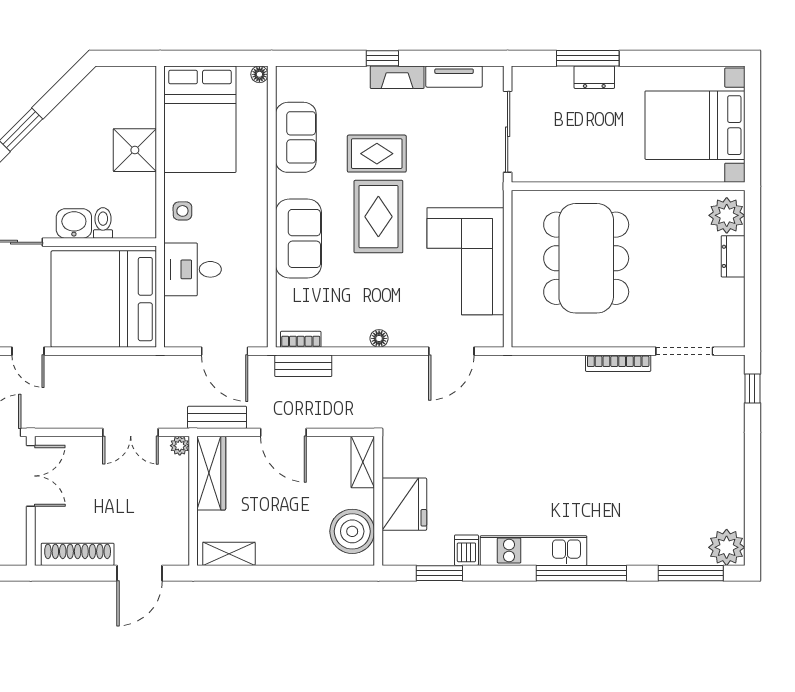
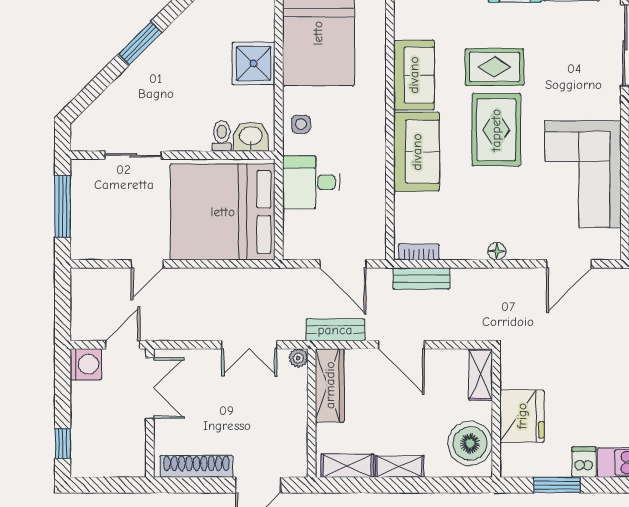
sofa: (296, 137) -> (414, 75), moved
washbasin: (74, 223) -> (251, 137), moved
door: (28, 351) -> (147, 264), hinge flipped
shelving: (281, 555) -> (399, 467), added

